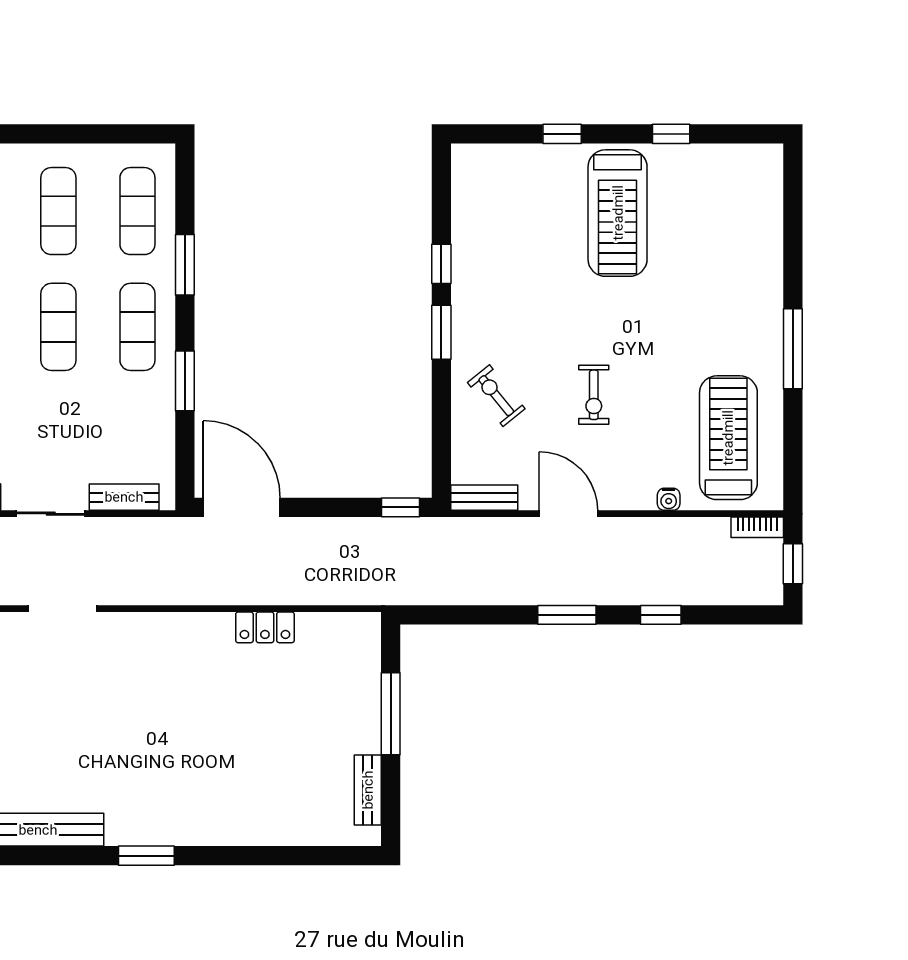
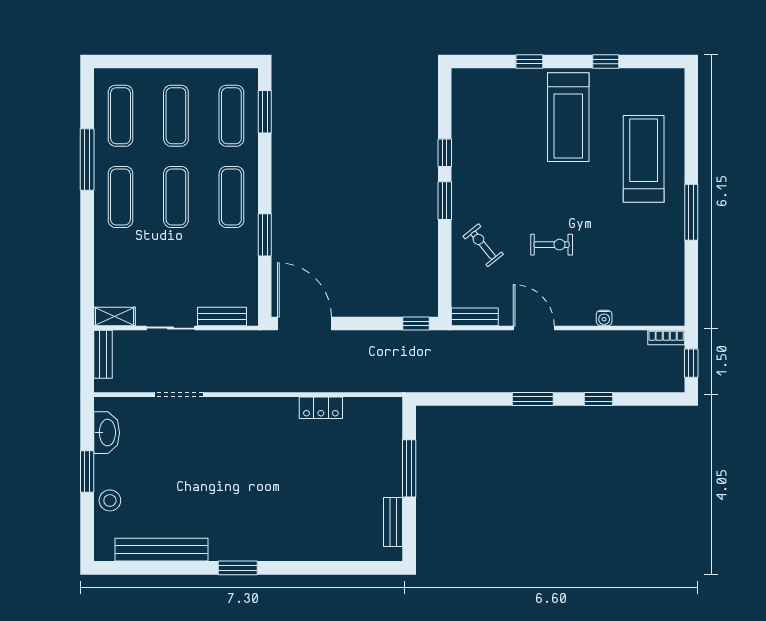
window: (185, 265) -> (265, 112), moved
exercise bike: (594, 395) -> (552, 245), turned -90
treadmill: (728, 438) -> (644, 159), moved

